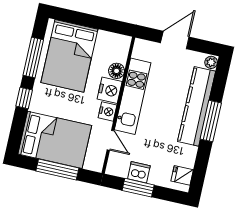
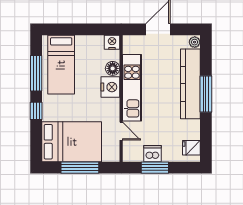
bed: (69, 56) -> (61, 65), width x0.67
nightstand: (107, 111) -> (112, 42), moved, turned -90

